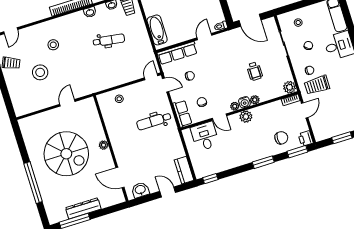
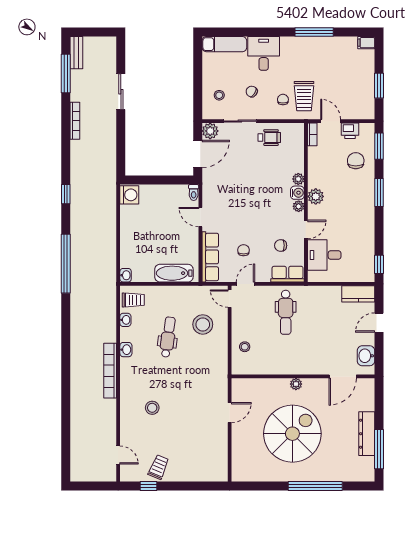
wheelchair: (255, 71) -> (269, 138), moved
stool: (40, 72) -> (203, 324), moved
plant: (290, 87) -> (210, 131), moved
door: (67, 103) -> (230, 413), swing flipped
printer: (306, 138) -> (350, 131), moved

